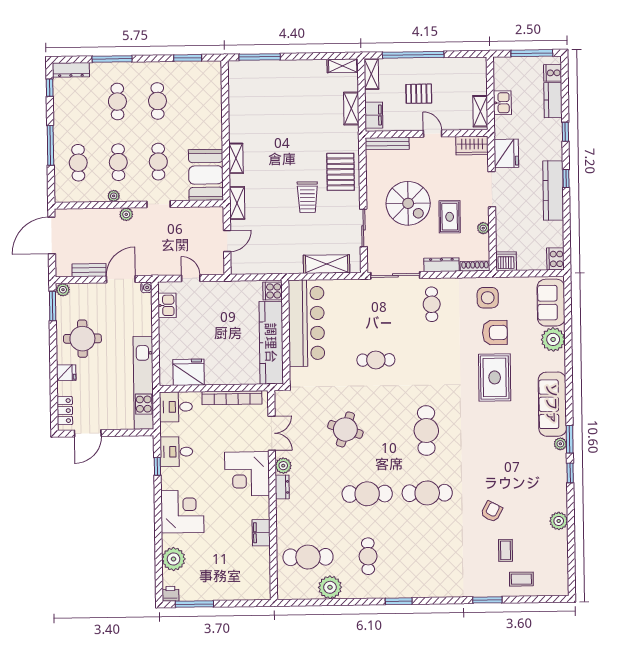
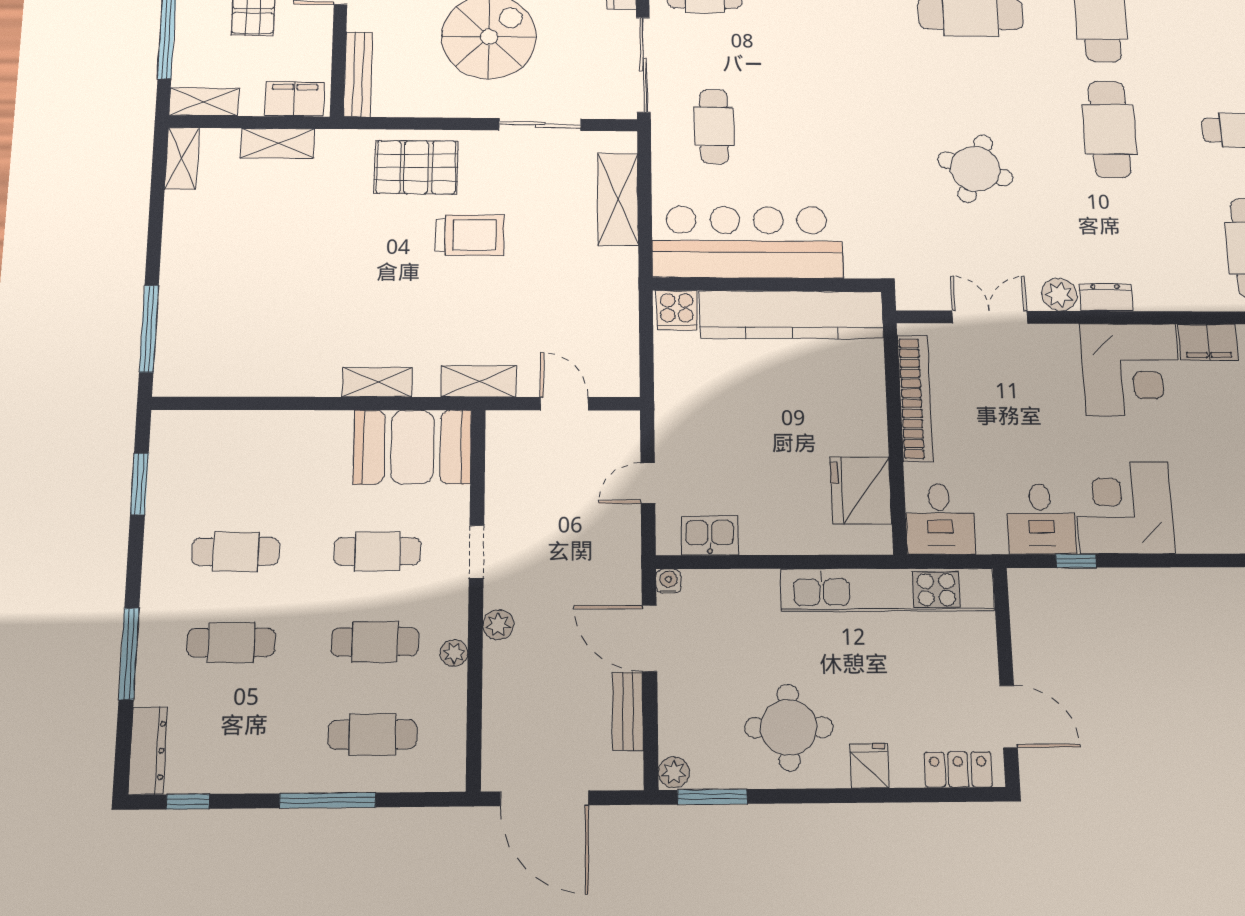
cafe table: (376, 360) -> (714, 126), moved
corner desk: (247, 474) -> (1131, 369), moved
corner desk: (182, 512) -> (1124, 508), moved

